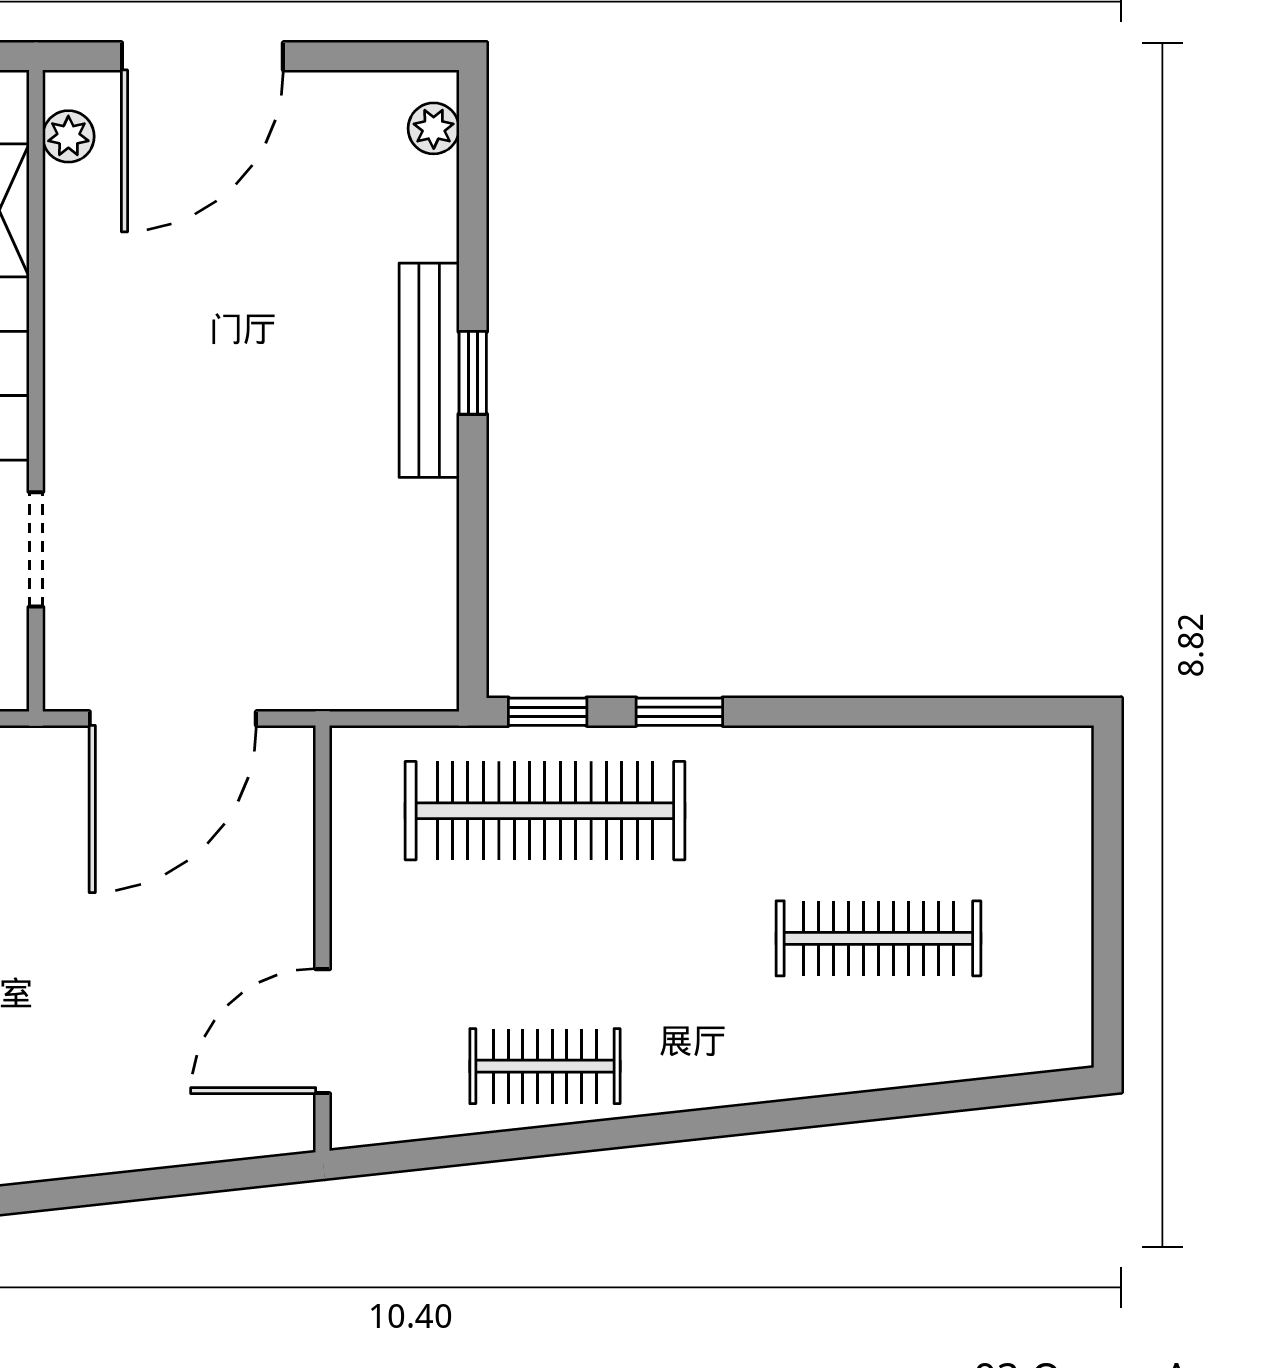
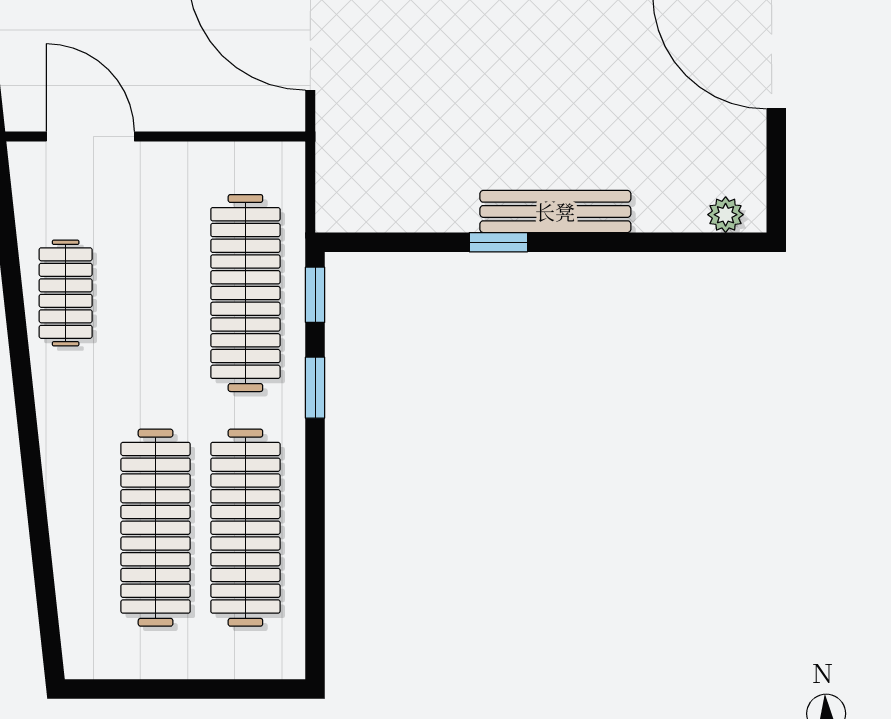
window: (473, 373) -> (498, 242), moved
clothes rail: (878, 811) -> (245, 528), added
clothes rail: (878, 938) -> (156, 528), width x1.37, depth x1.31

